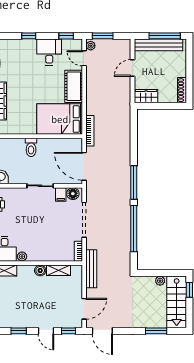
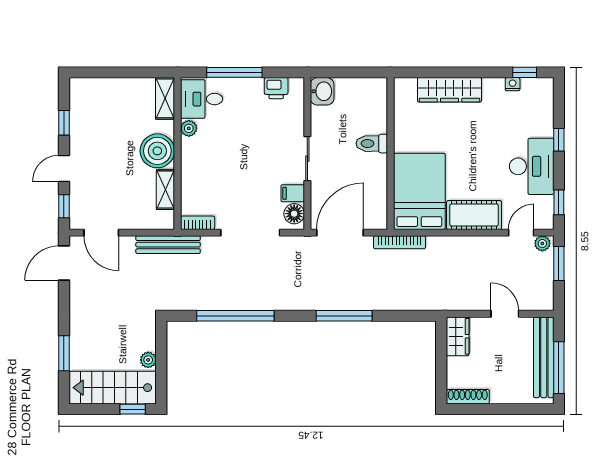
desk: (49, 52) -> (532, 166), width x1.37
window: (134, 182) -> (344, 316), moved
boiler: (40, 270) -> (157, 151), width x1.86, depth x1.86

